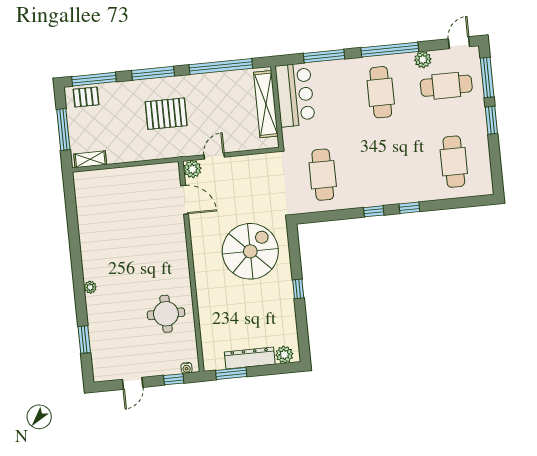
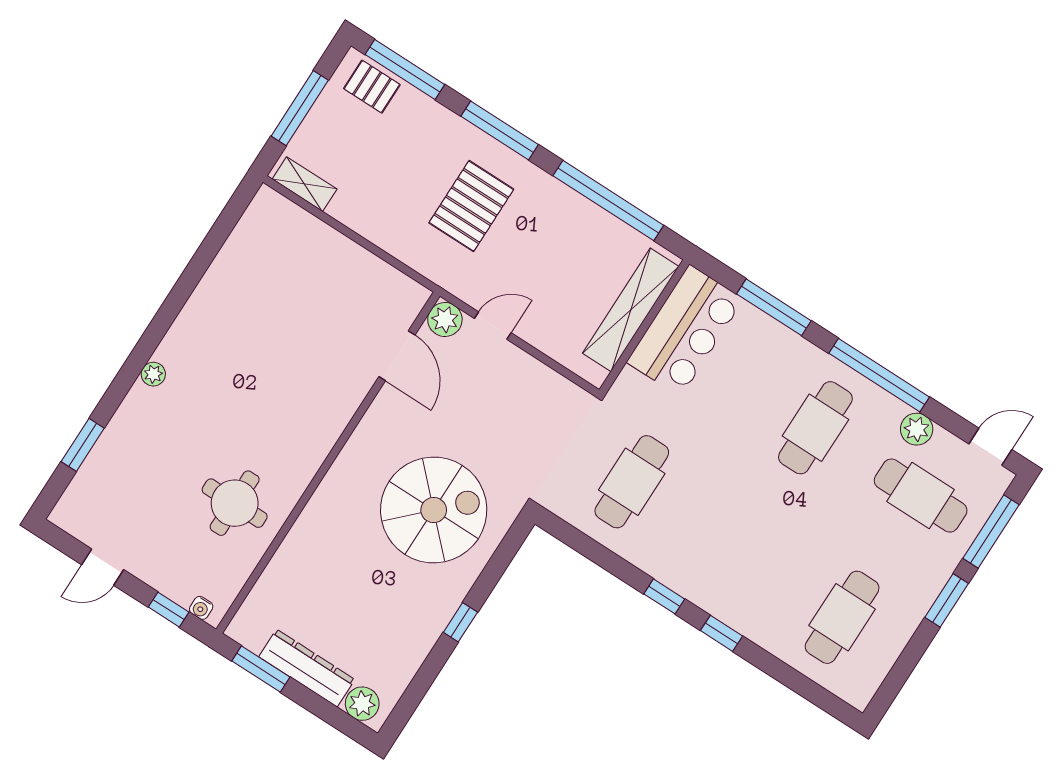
pallet: (166, 114) -> (471, 206), turned 90

